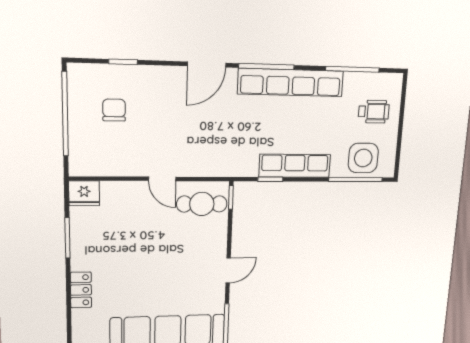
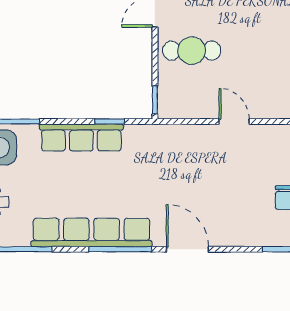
door: (207, 65) -> (187, 249), hinge flipped
cafe table: (202, 204) -> (192, 51), moved

